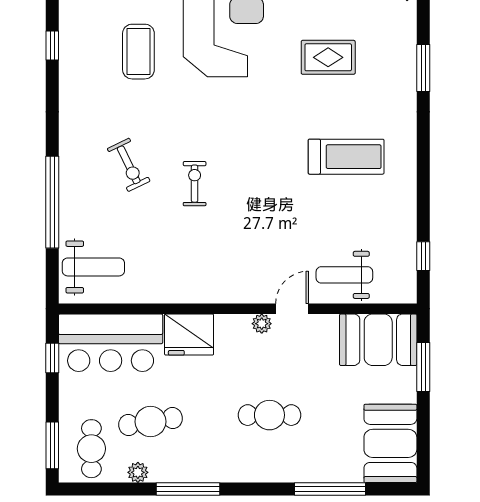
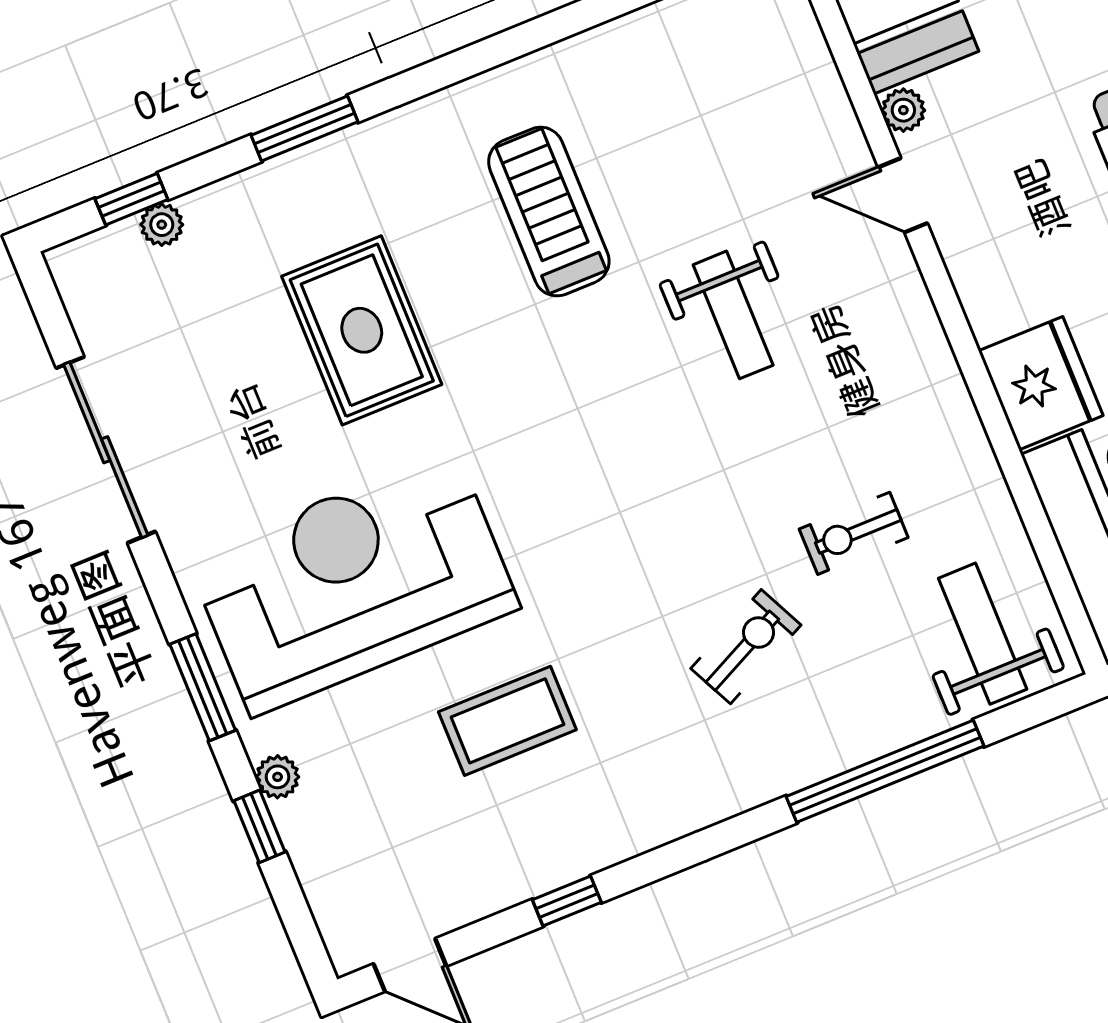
rug: (328, 57) -> (362, 330), width x1.36, depth x1.43
exercise bike: (195, 184) -> (854, 533), moved
weight bench: (344, 275) -> (733, 315), moved
plant: (262, 324) -> (903, 110), moved

